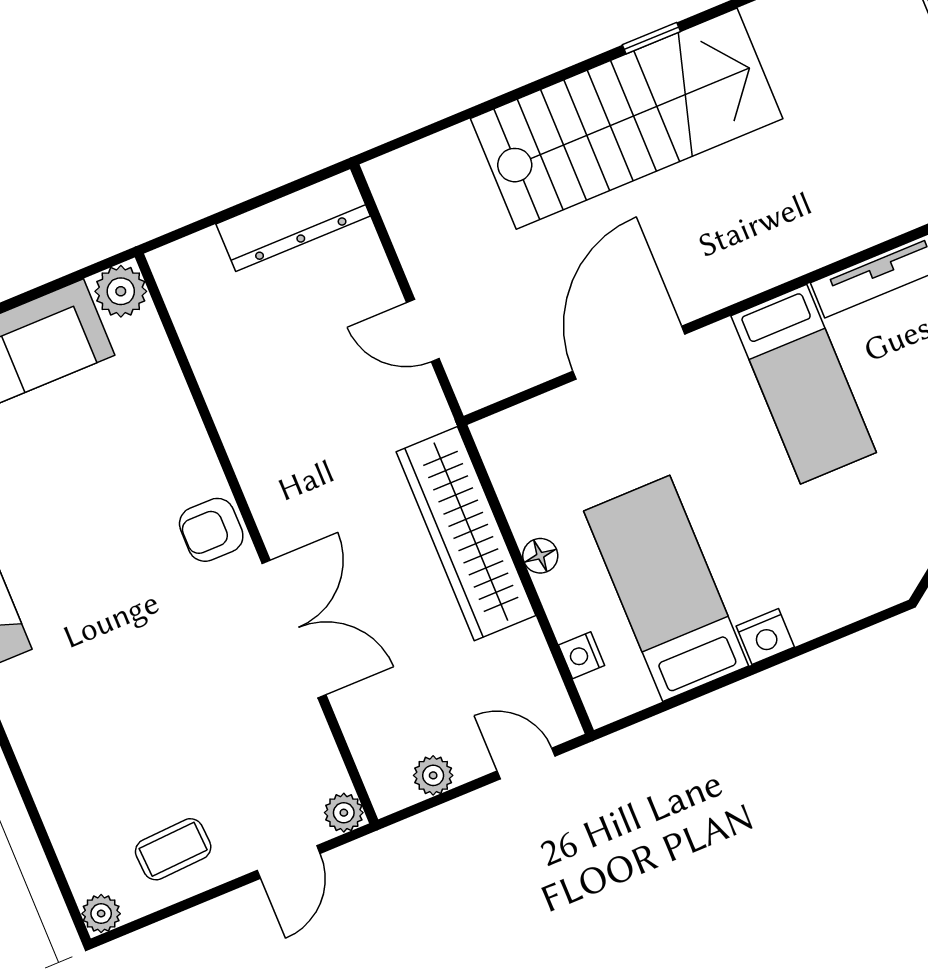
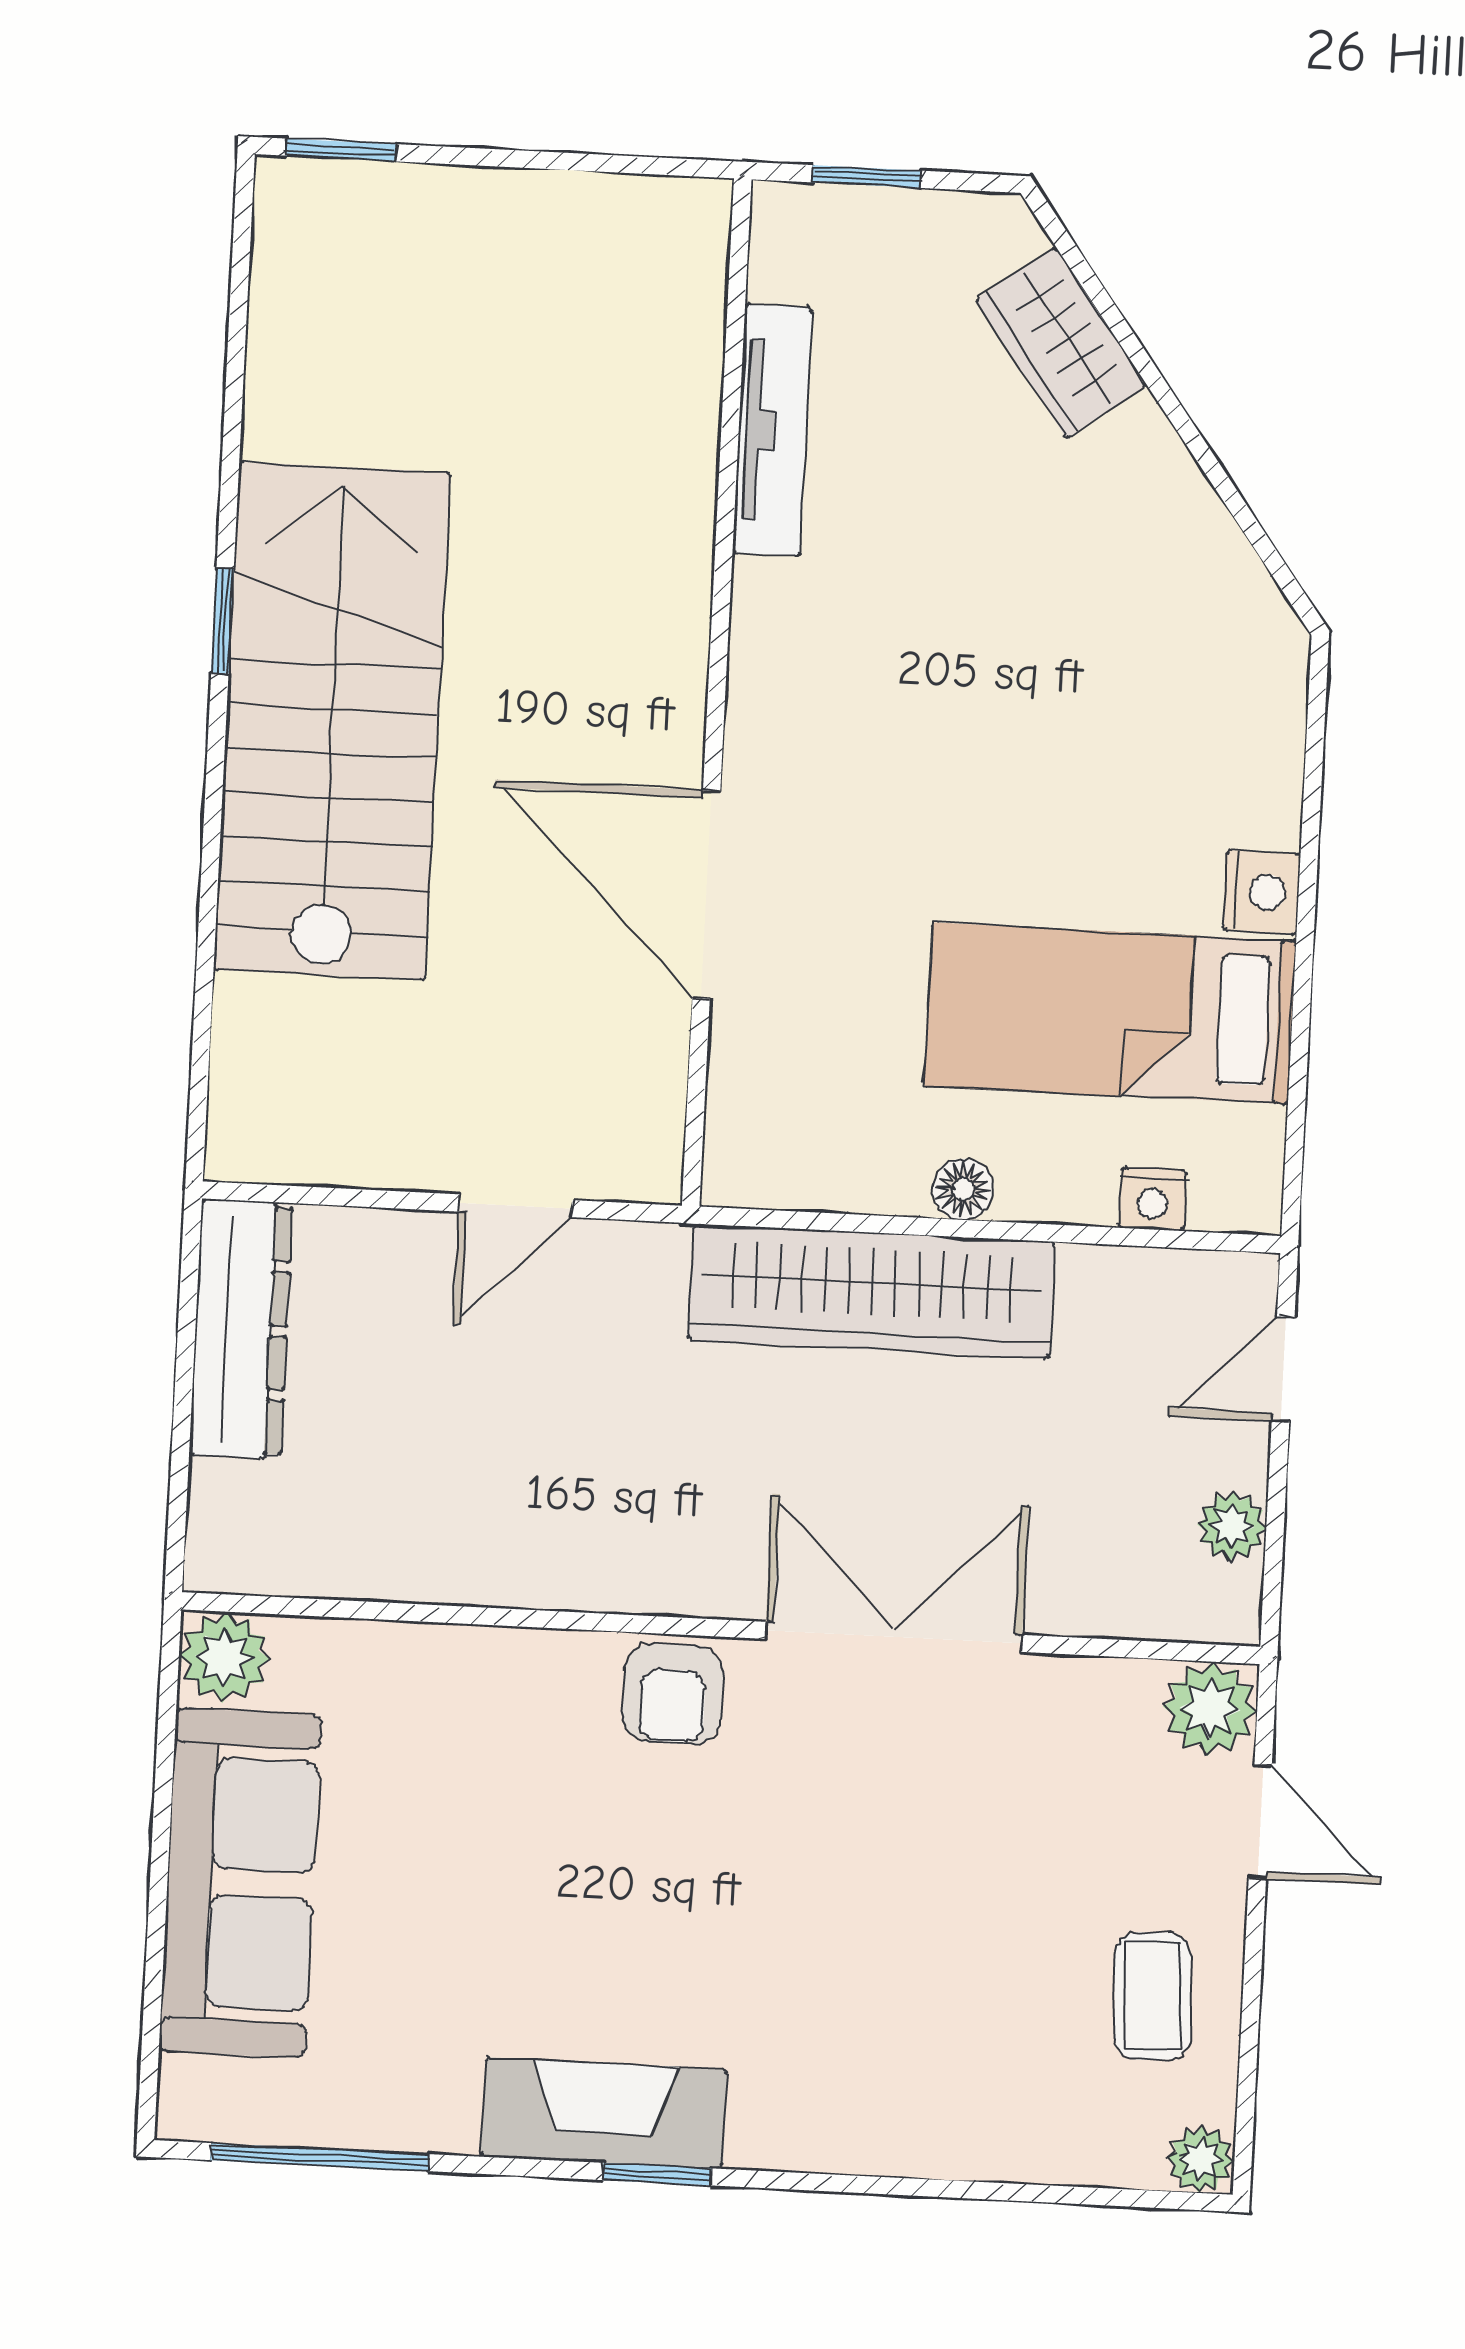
bed: (804, 384) -> (889, 640), removed
plant: (344, 813) -> (1210, 1709), width x1.38, depth x1.38

